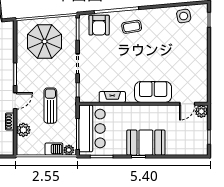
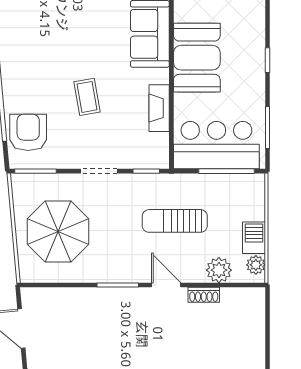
armchair: (99, 25) -> (28, 132), turned -90
coffee table: (132, 27) -> (87, 97), moved
booth: (146, 143) -> (197, 58), moved
barbecue: (54, 149) -> (254, 238), moved
plant: (69, 150) -> (256, 265), moved

